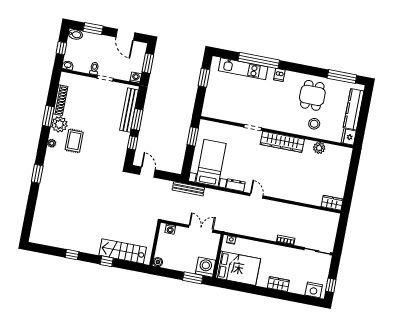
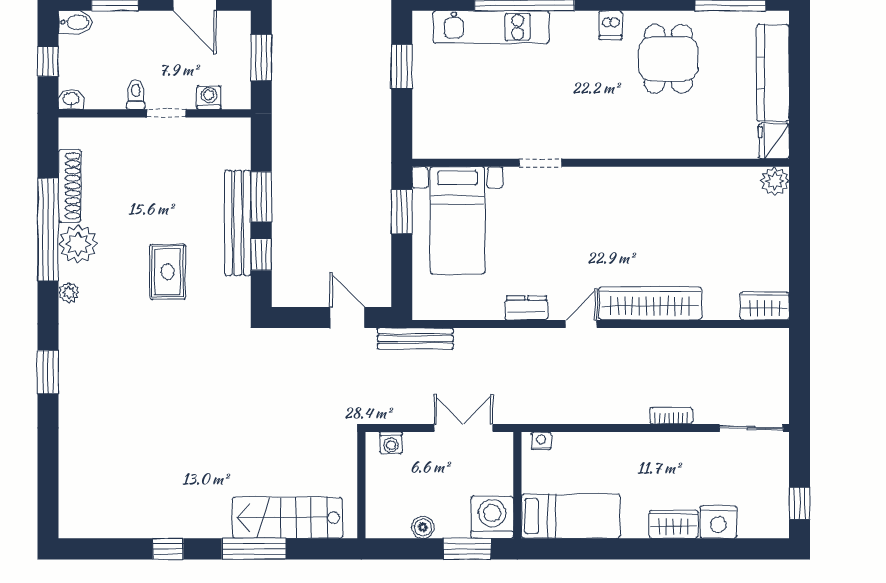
dishwasher: (279, 75) -> (611, 25), moved
washing machine: (136, 78) -> (209, 97), moved
bench: (129, 110) -> (238, 223), moved
window: (48, 116) -> (48, 230), width x2.11
stool: (314, 124) -> (686, 126), removed
rug: (74, 141) -> (168, 272), moved
wardrobe: (282, 142) -> (650, 303), moved, turned 180
plant: (319, 148) -> (775, 181), moved
bed with nightstands: (211, 163) -> (457, 220), moved, turned 180
door: (148, 172) -> (347, 317), moved
door: (256, 196) -> (581, 324), hinge flipped
window: (107, 261) -> (254, 549), width x2.17
boiler: (158, 262) -> (423, 527), moved
bed: (238, 268) -> (571, 516), width x0.67
nightstand: (314, 290) -> (718, 522), moved

